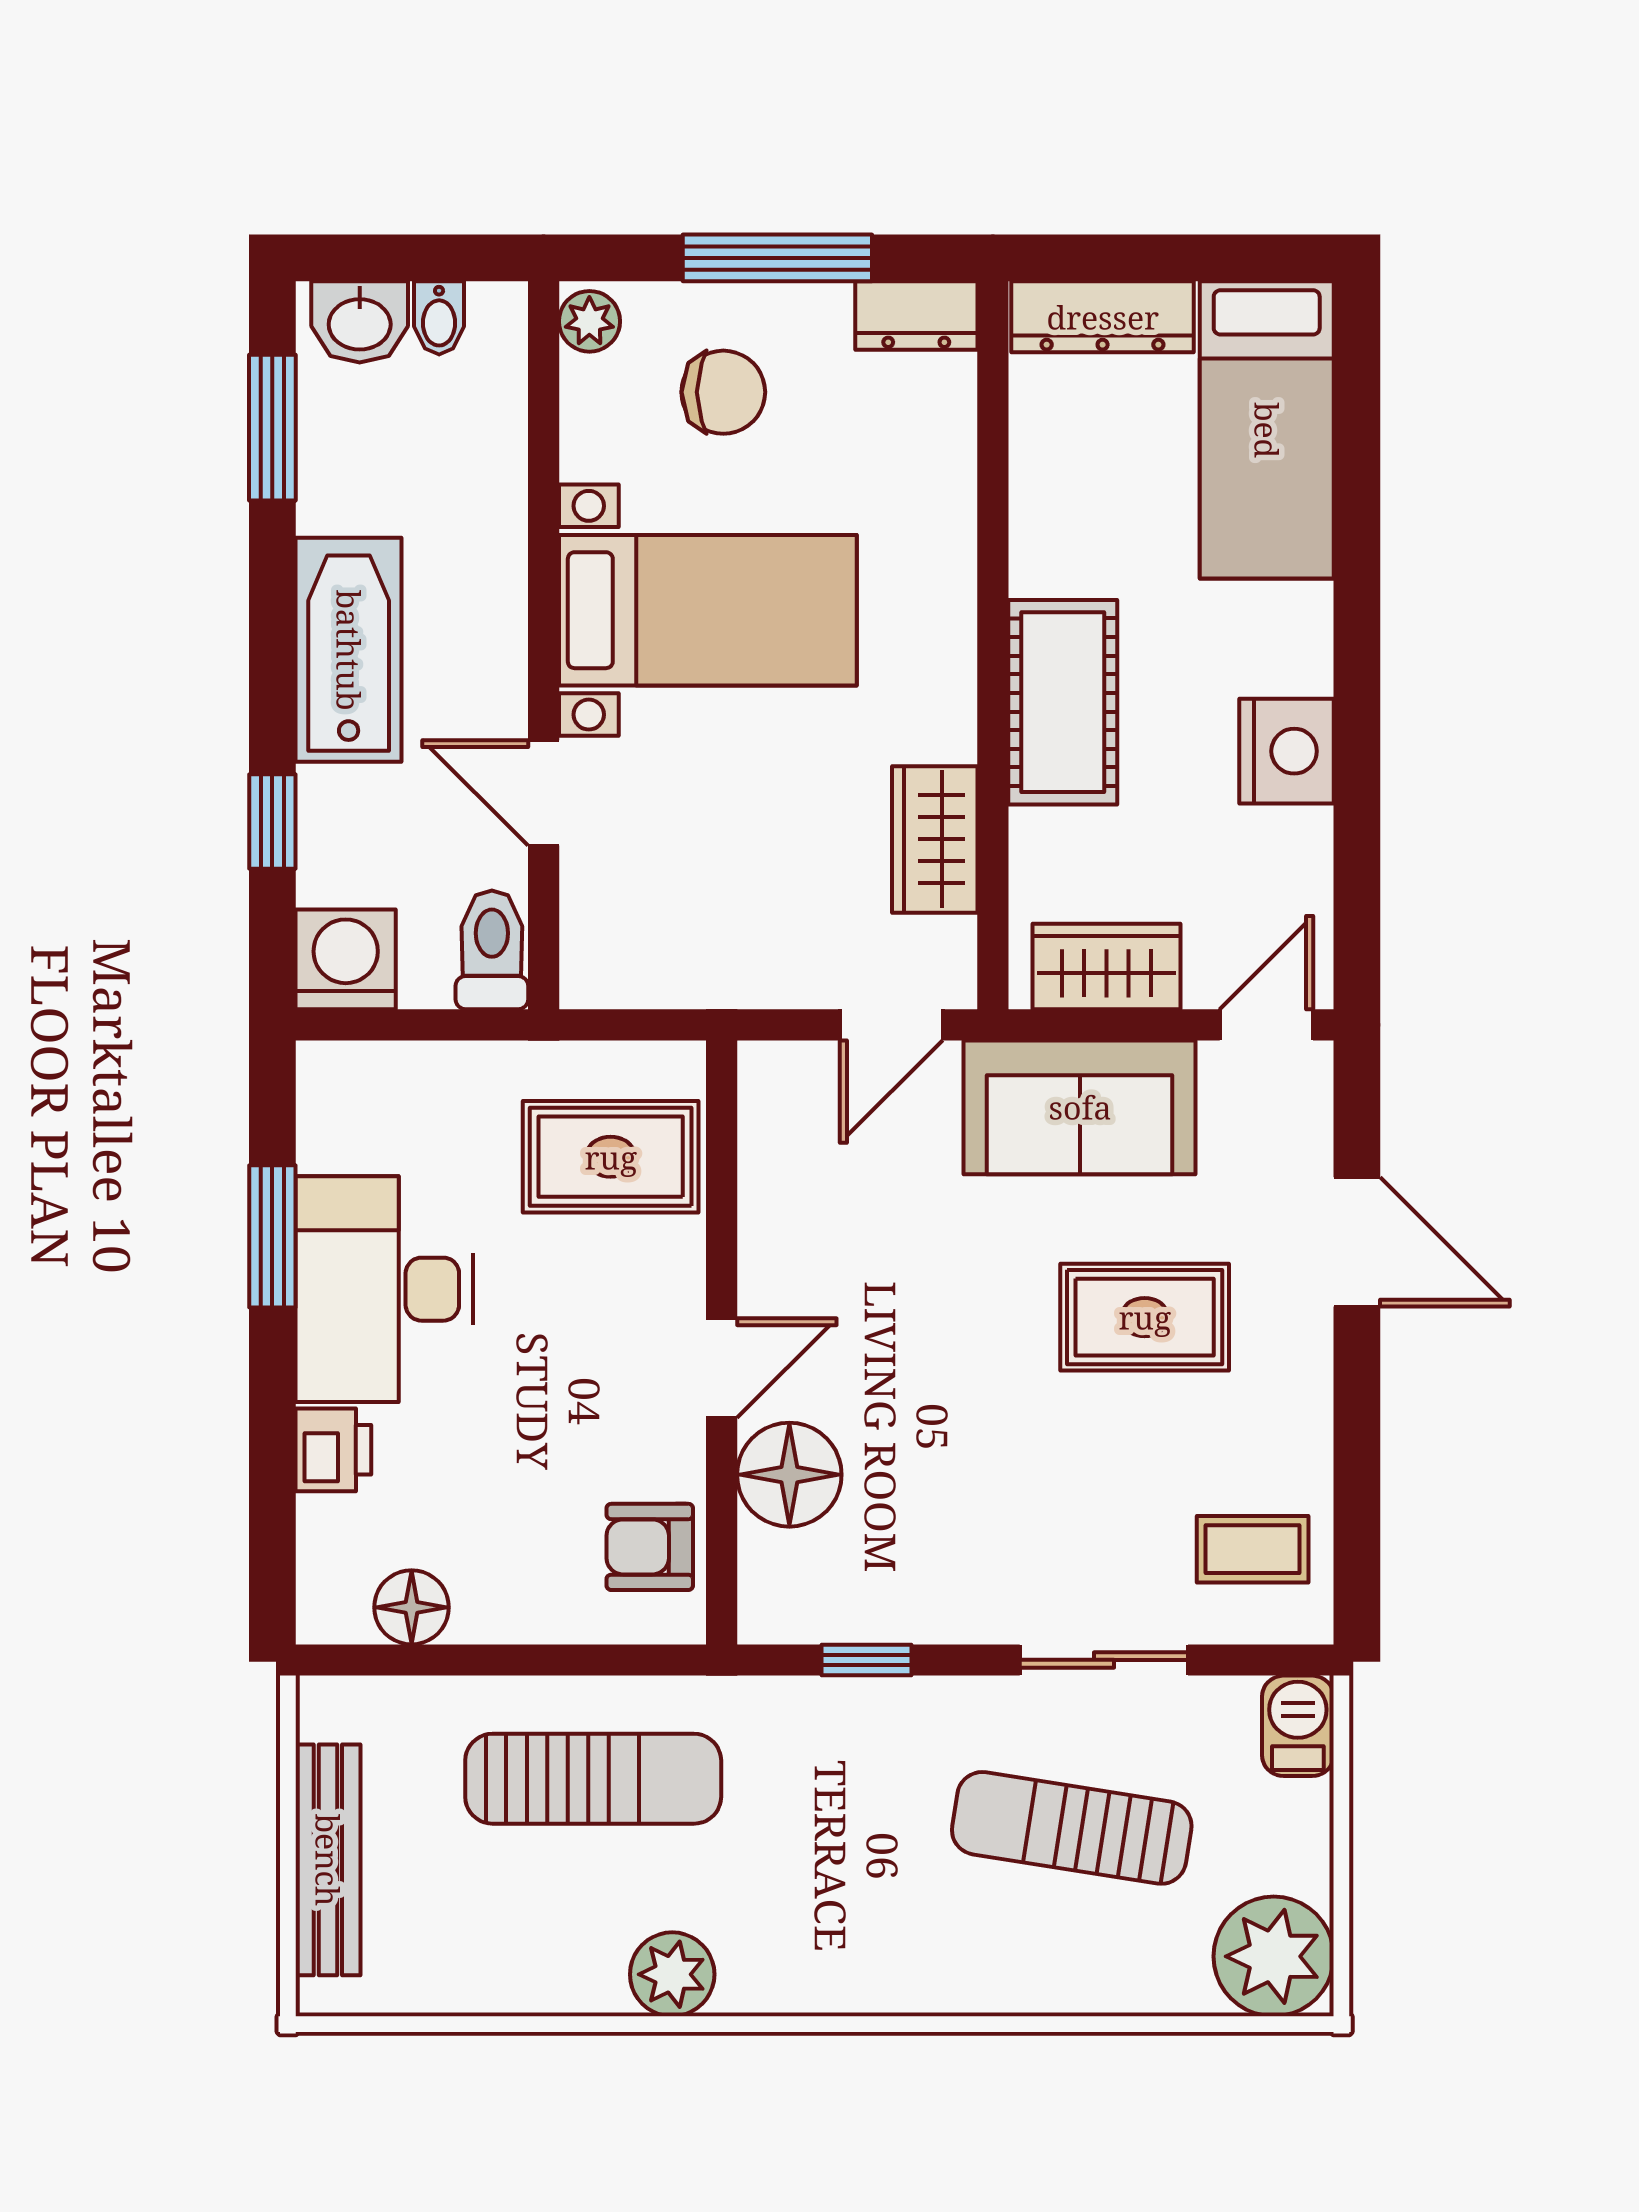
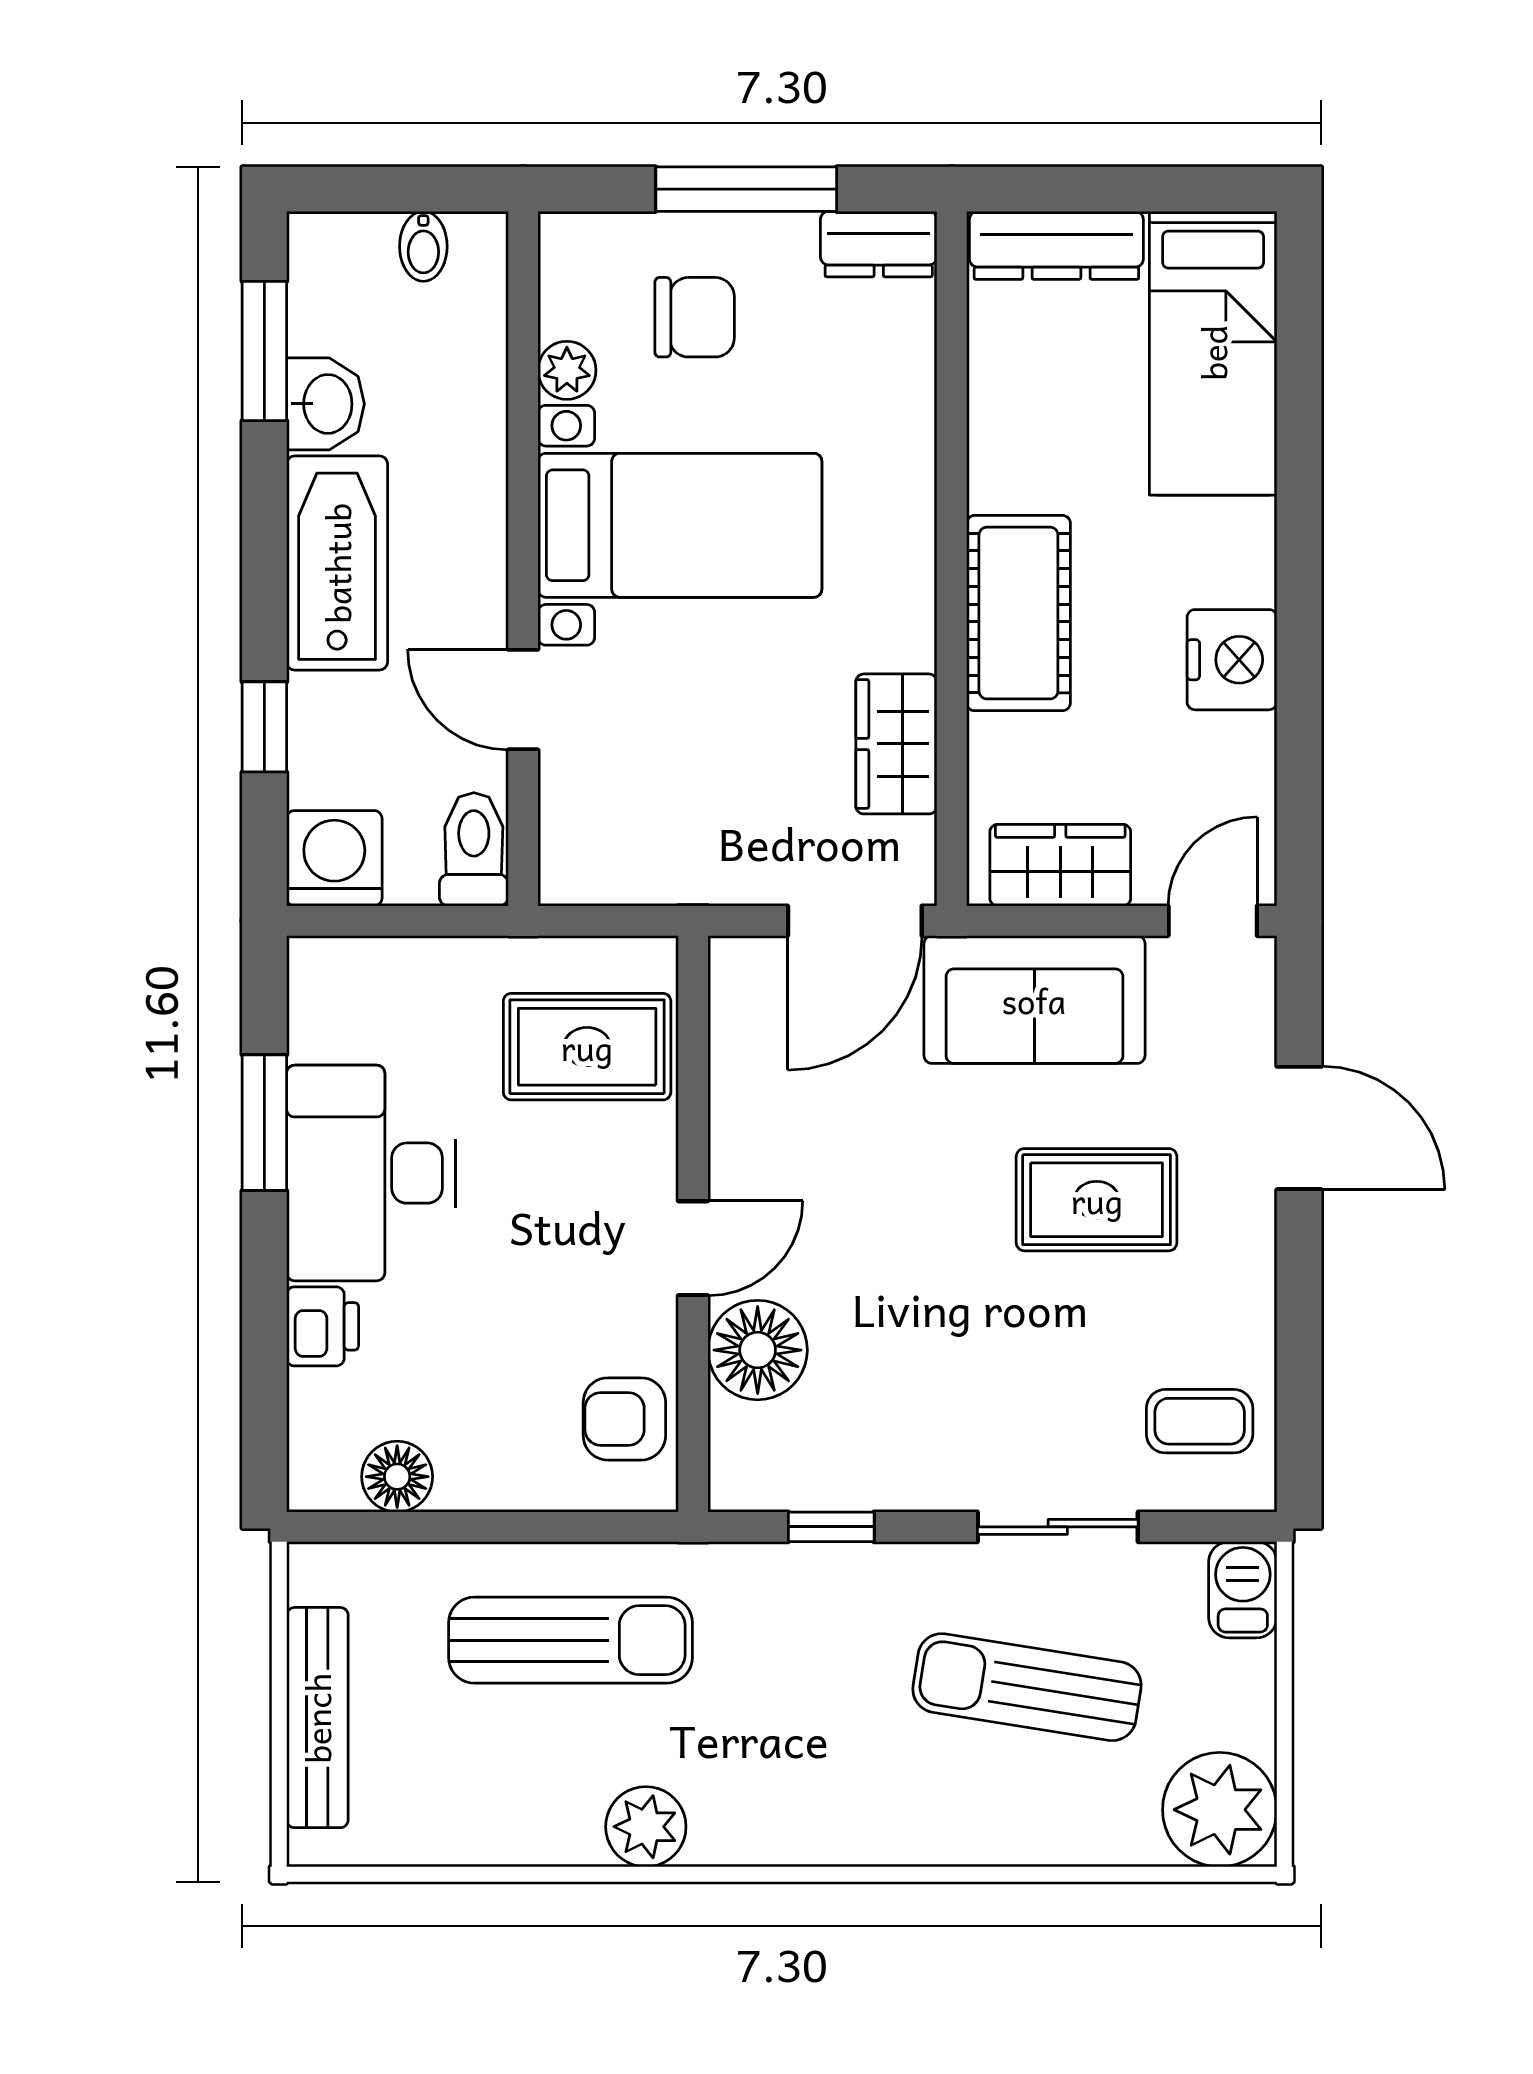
plant: (589, 321) -> (567, 370), moved
washbasin: (360, 322) -> (325, 404), moved, turned -90
door: (891, 1025) -> (855, 921), width x1.37

